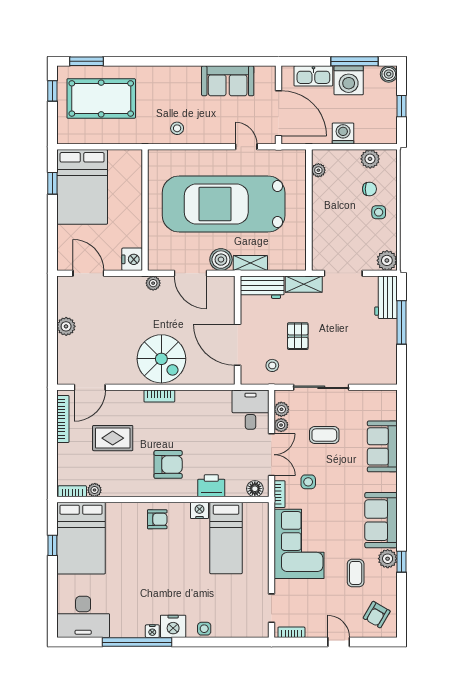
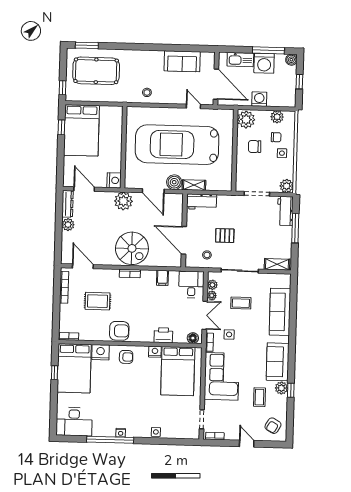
window: (52, 91) -> (62, 88), moved
plant: (318, 170) -> (246, 120), width x1.88, depth x1.88
chair: (338, 204) -> (255, 147), added
plant: (153, 283) -> (123, 201), width x1.87, depth x1.87
shelving: (304, 284) -> (277, 264), moved
dresser: (65, 296) -> (68, 204), added
pallet: (298, 336) -> (225, 236), turned 90
door: (90, 387) -> (83, 266), swing flipped
filing cabinet: (208, 401) -> (162, 278), added
sofa: (382, 446) -> (280, 312), width x1.36
armchair: (168, 464) -> (119, 331), moved
plant: (95, 490) -> (84, 336), removed
bed: (226, 538) -> (178, 371), width x1.50
nightstand: (173, 626) -> (100, 352), moved, turned 180

